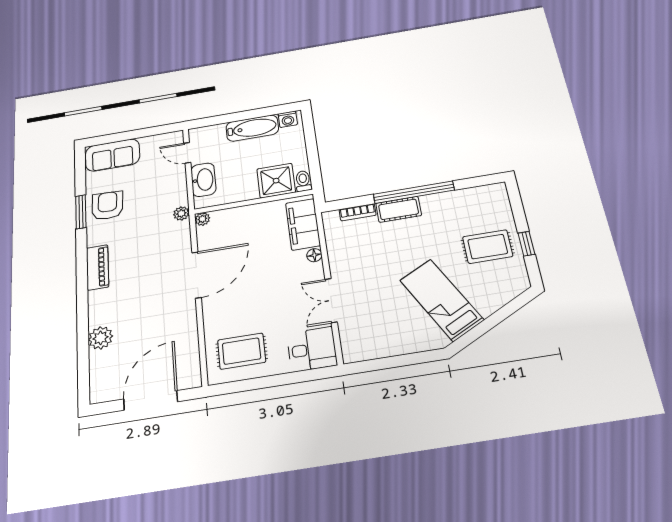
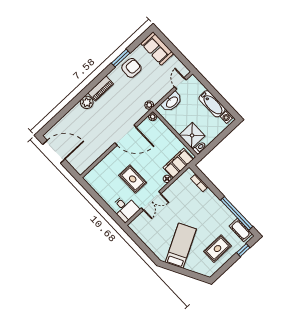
window: (414, 192) -> (237, 213), moved
cot: (399, 209) -> (241, 230), moved
window: (526, 244) -> (243, 250), moved
rug: (488, 247) -> (218, 249), turned 90
double door: (331, 300) -> (151, 201), swing flipped
plant: (101, 338) -> (87, 102), moved
rug: (242, 351) -> (133, 179), moved
door: (151, 400) -> (54, 152), moved

